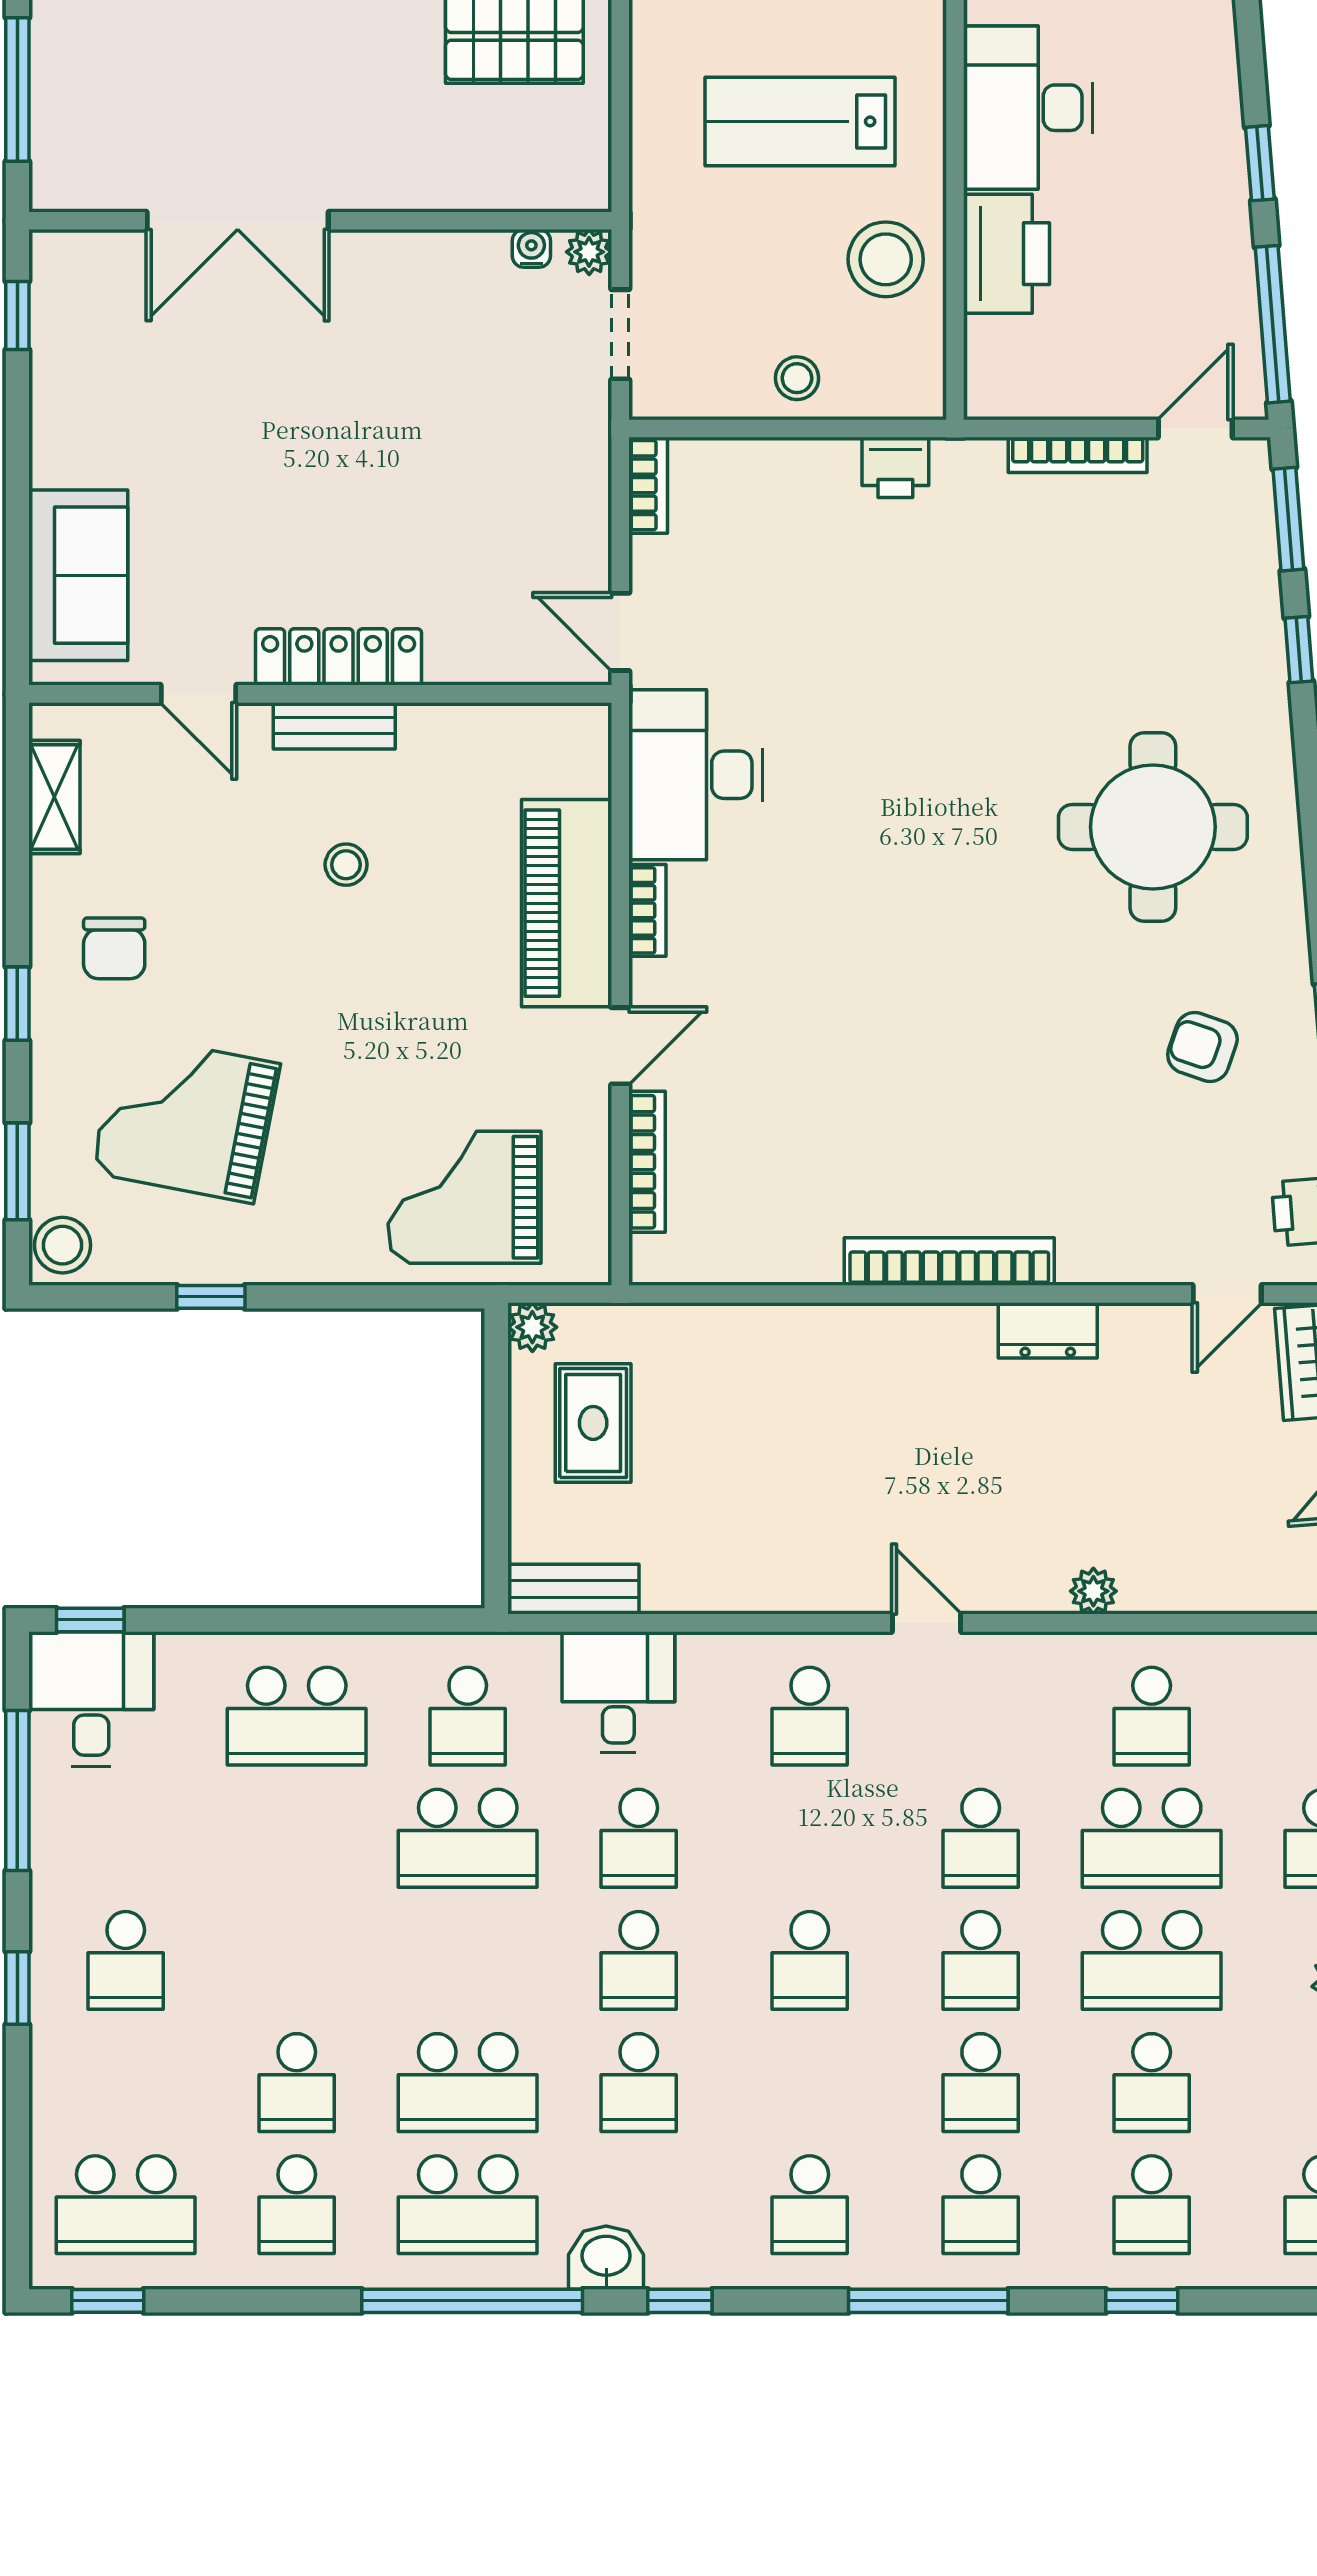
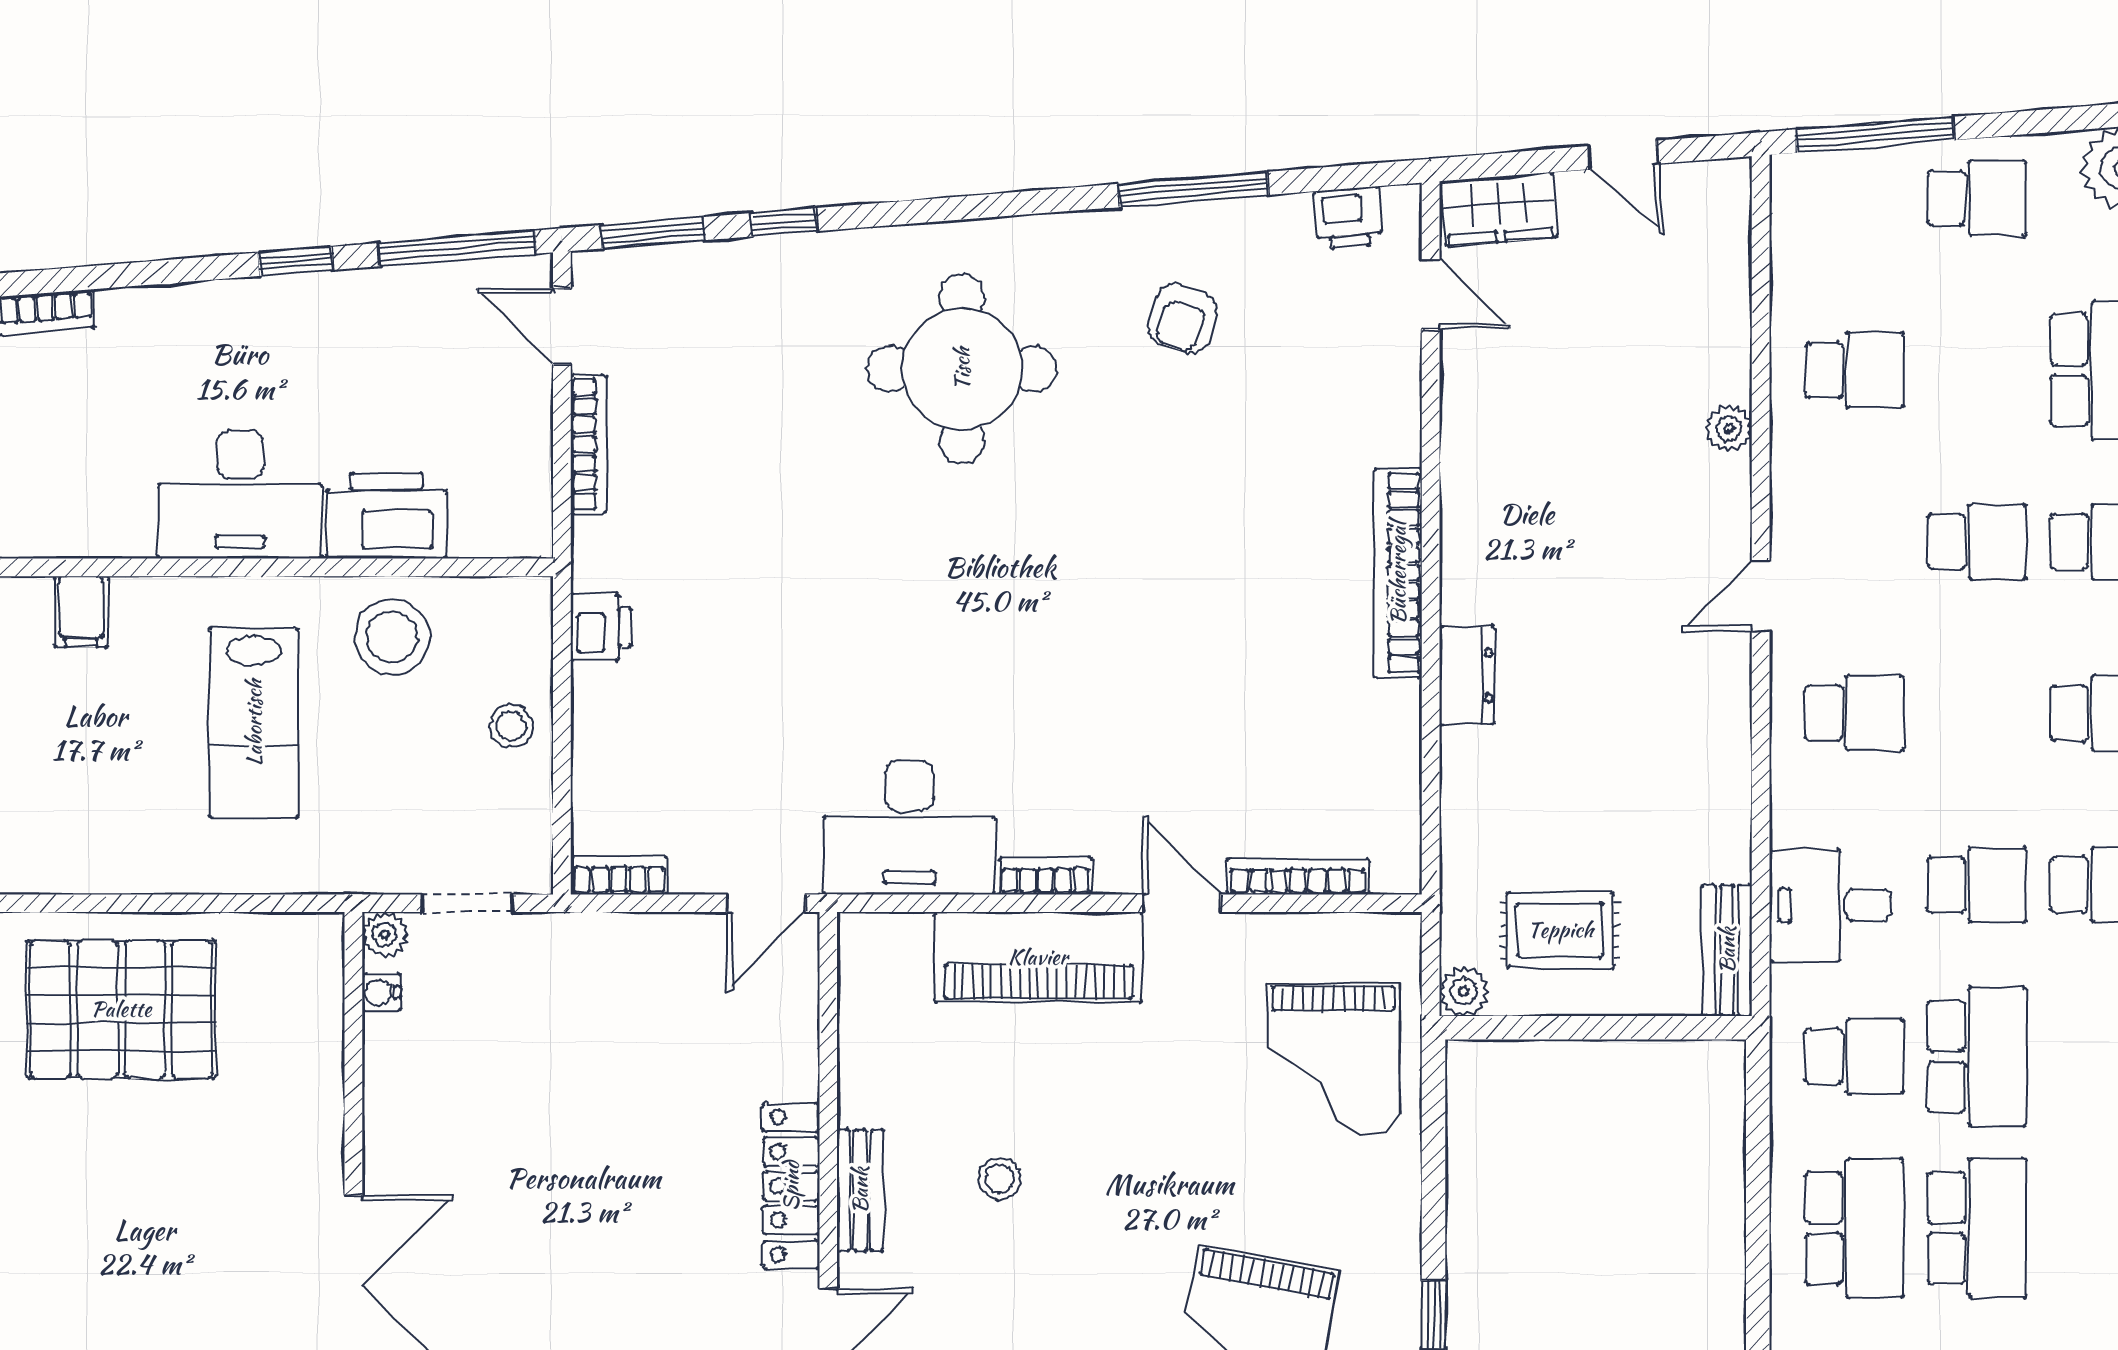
dresser: (1048, 1330) -> (1467, 676), moved
school desk: (1152, 1838) -> (1977, 1228), moved

